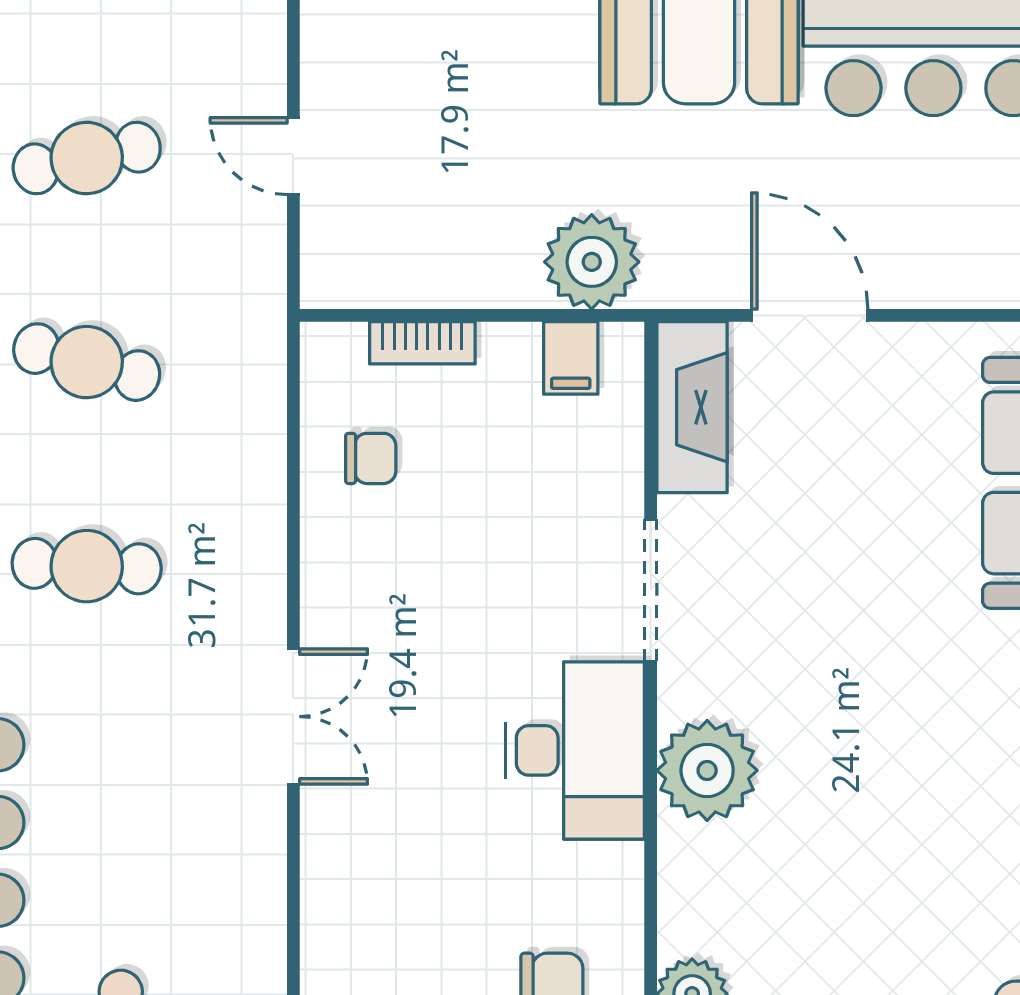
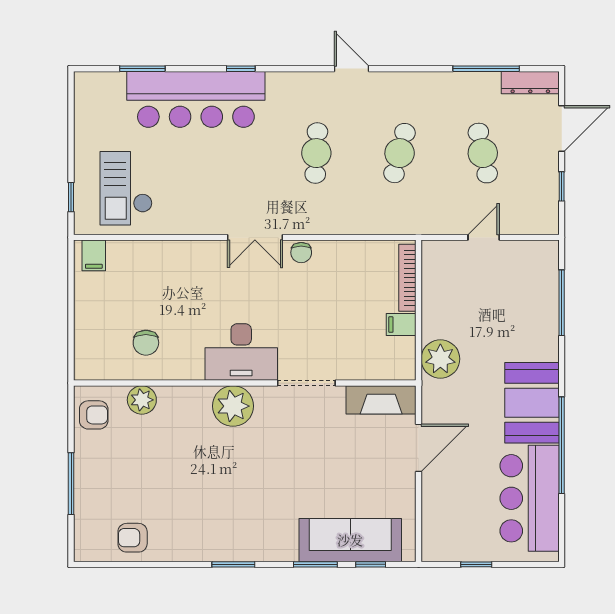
bookcase: (422, 343) -> (407, 278), width x1.56
filing cabinet: (571, 358) -> (401, 325), moved
chair: (371, 458) -> (301, 253), moved

